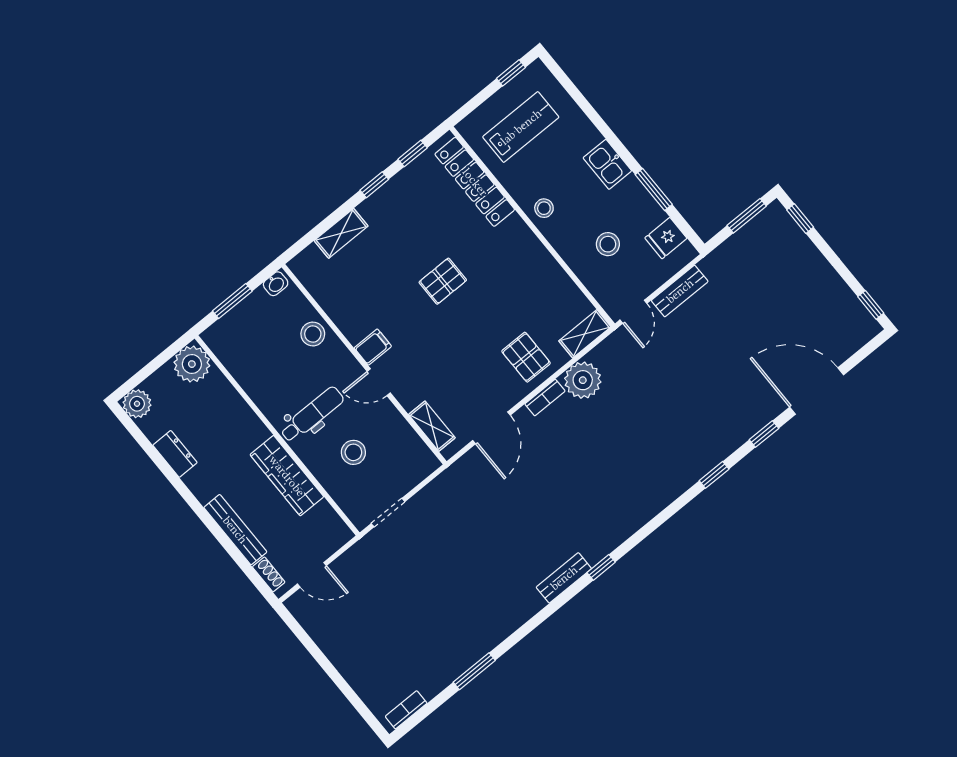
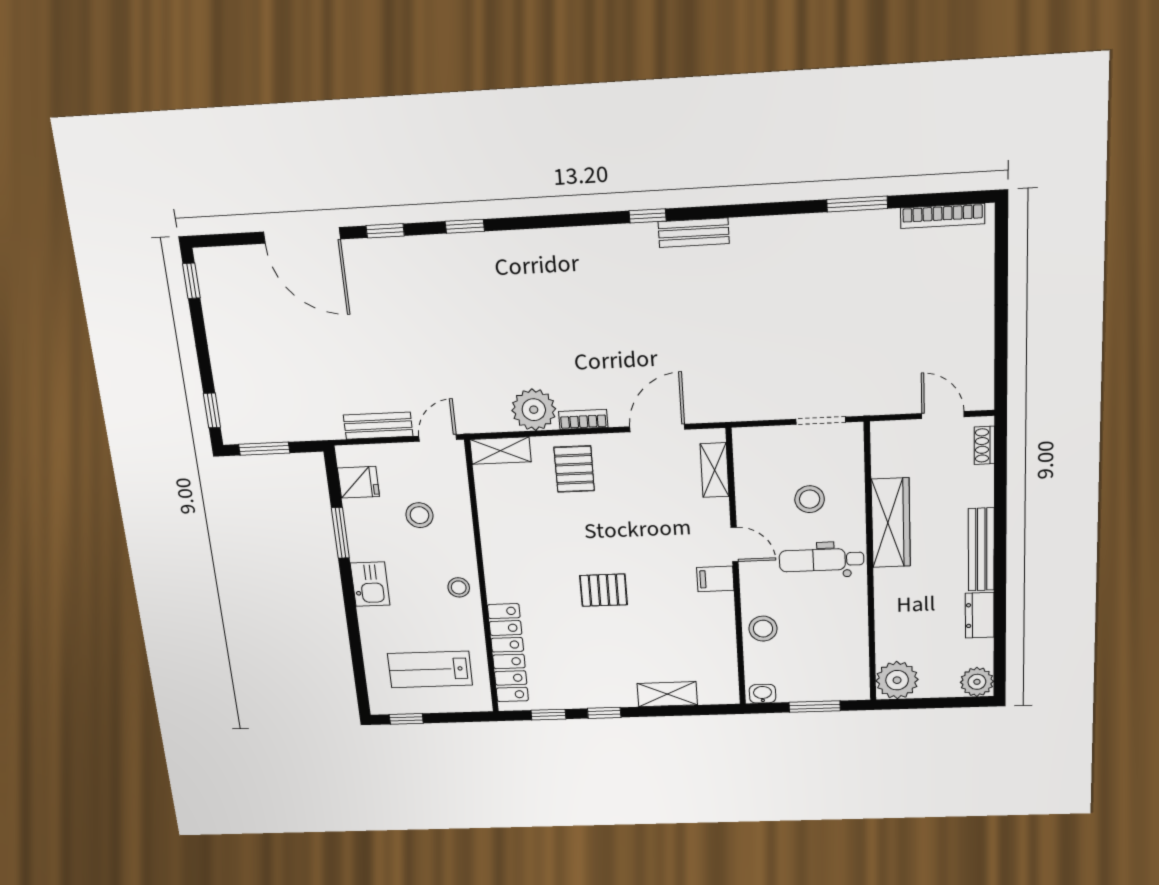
bench: (235, 530) -> (981, 549), moved
bookcase: (406, 710) -> (943, 216), width x1.56

